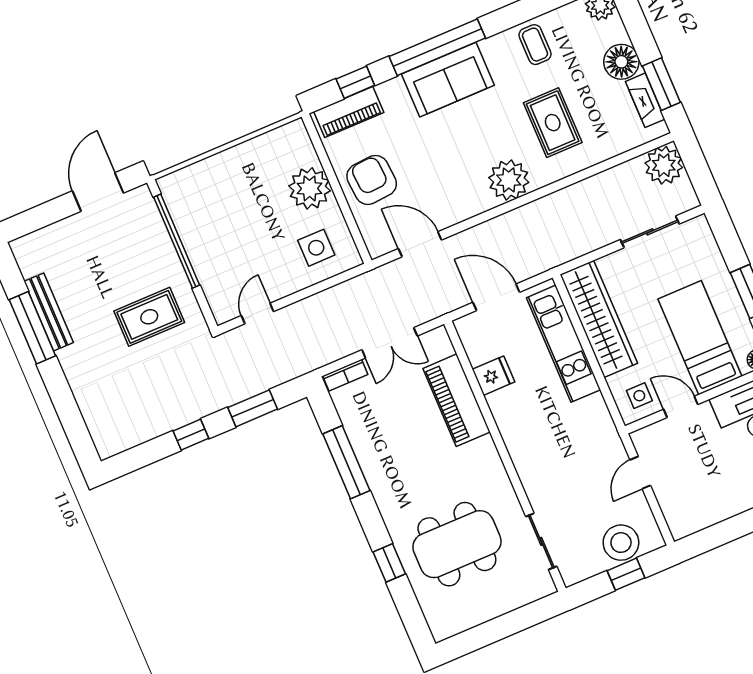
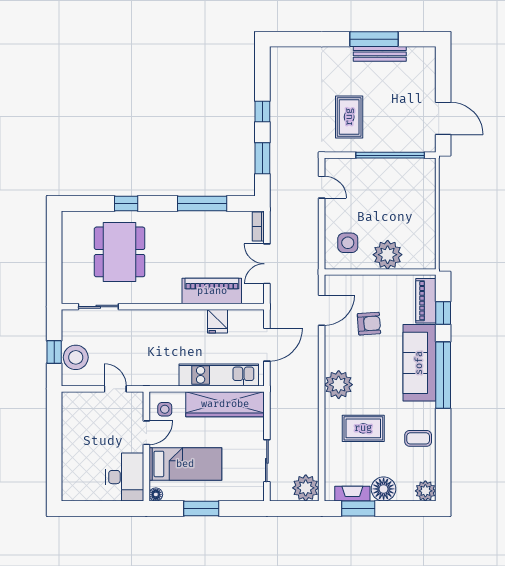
sofa: (448, 80) -> (419, 363), width x1.36
armchair: (372, 180) -> (369, 324), moved, width x0.72, depth x0.72

